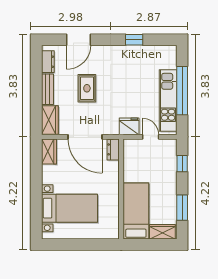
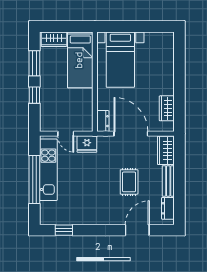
window: (134, 40) -> (64, 230), moved
wardrobe: (49, 151) -> (167, 108), moved
window: (182, 164) -> (34, 95), moved
bed with nightstands: (70, 208) -> (120, 60), moved, turned -90

